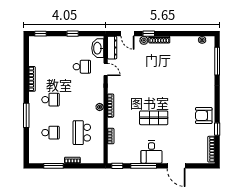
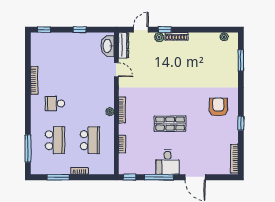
door: (127, 34) -> (141, 30), swing flipped
window: (217, 61) -> (241, 60), width x0.69
school desk: (82, 67) -> (90, 67), removed
school desk: (50, 100) -> (55, 103), turned 180
window: (26, 115) -> (28, 149), moved
armchair: (204, 116) -> (218, 107), moved, turned 90
window: (217, 129) -> (241, 123), moved
school desk: (50, 133) -> (55, 140), width x1.85
school desk: (82, 133) -> (90, 140), turned 180

